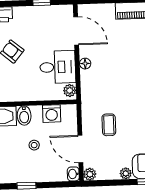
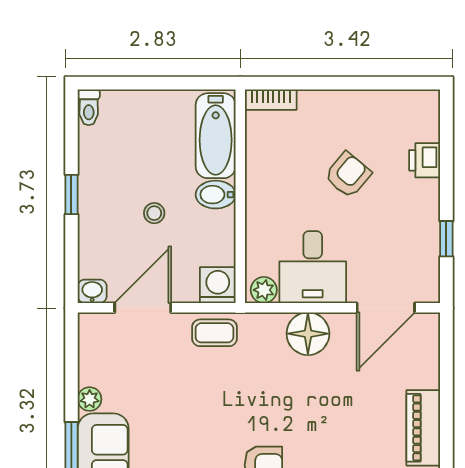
floor lamp: (85, 64) -> (308, 334), width x1.89, depth x1.89
washing machine: (52, 114) -> (218, 285), moved, turned 90
coffee table: (109, 125) -> (214, 333), moved
plant: (90, 174) -> (91, 325), removed

